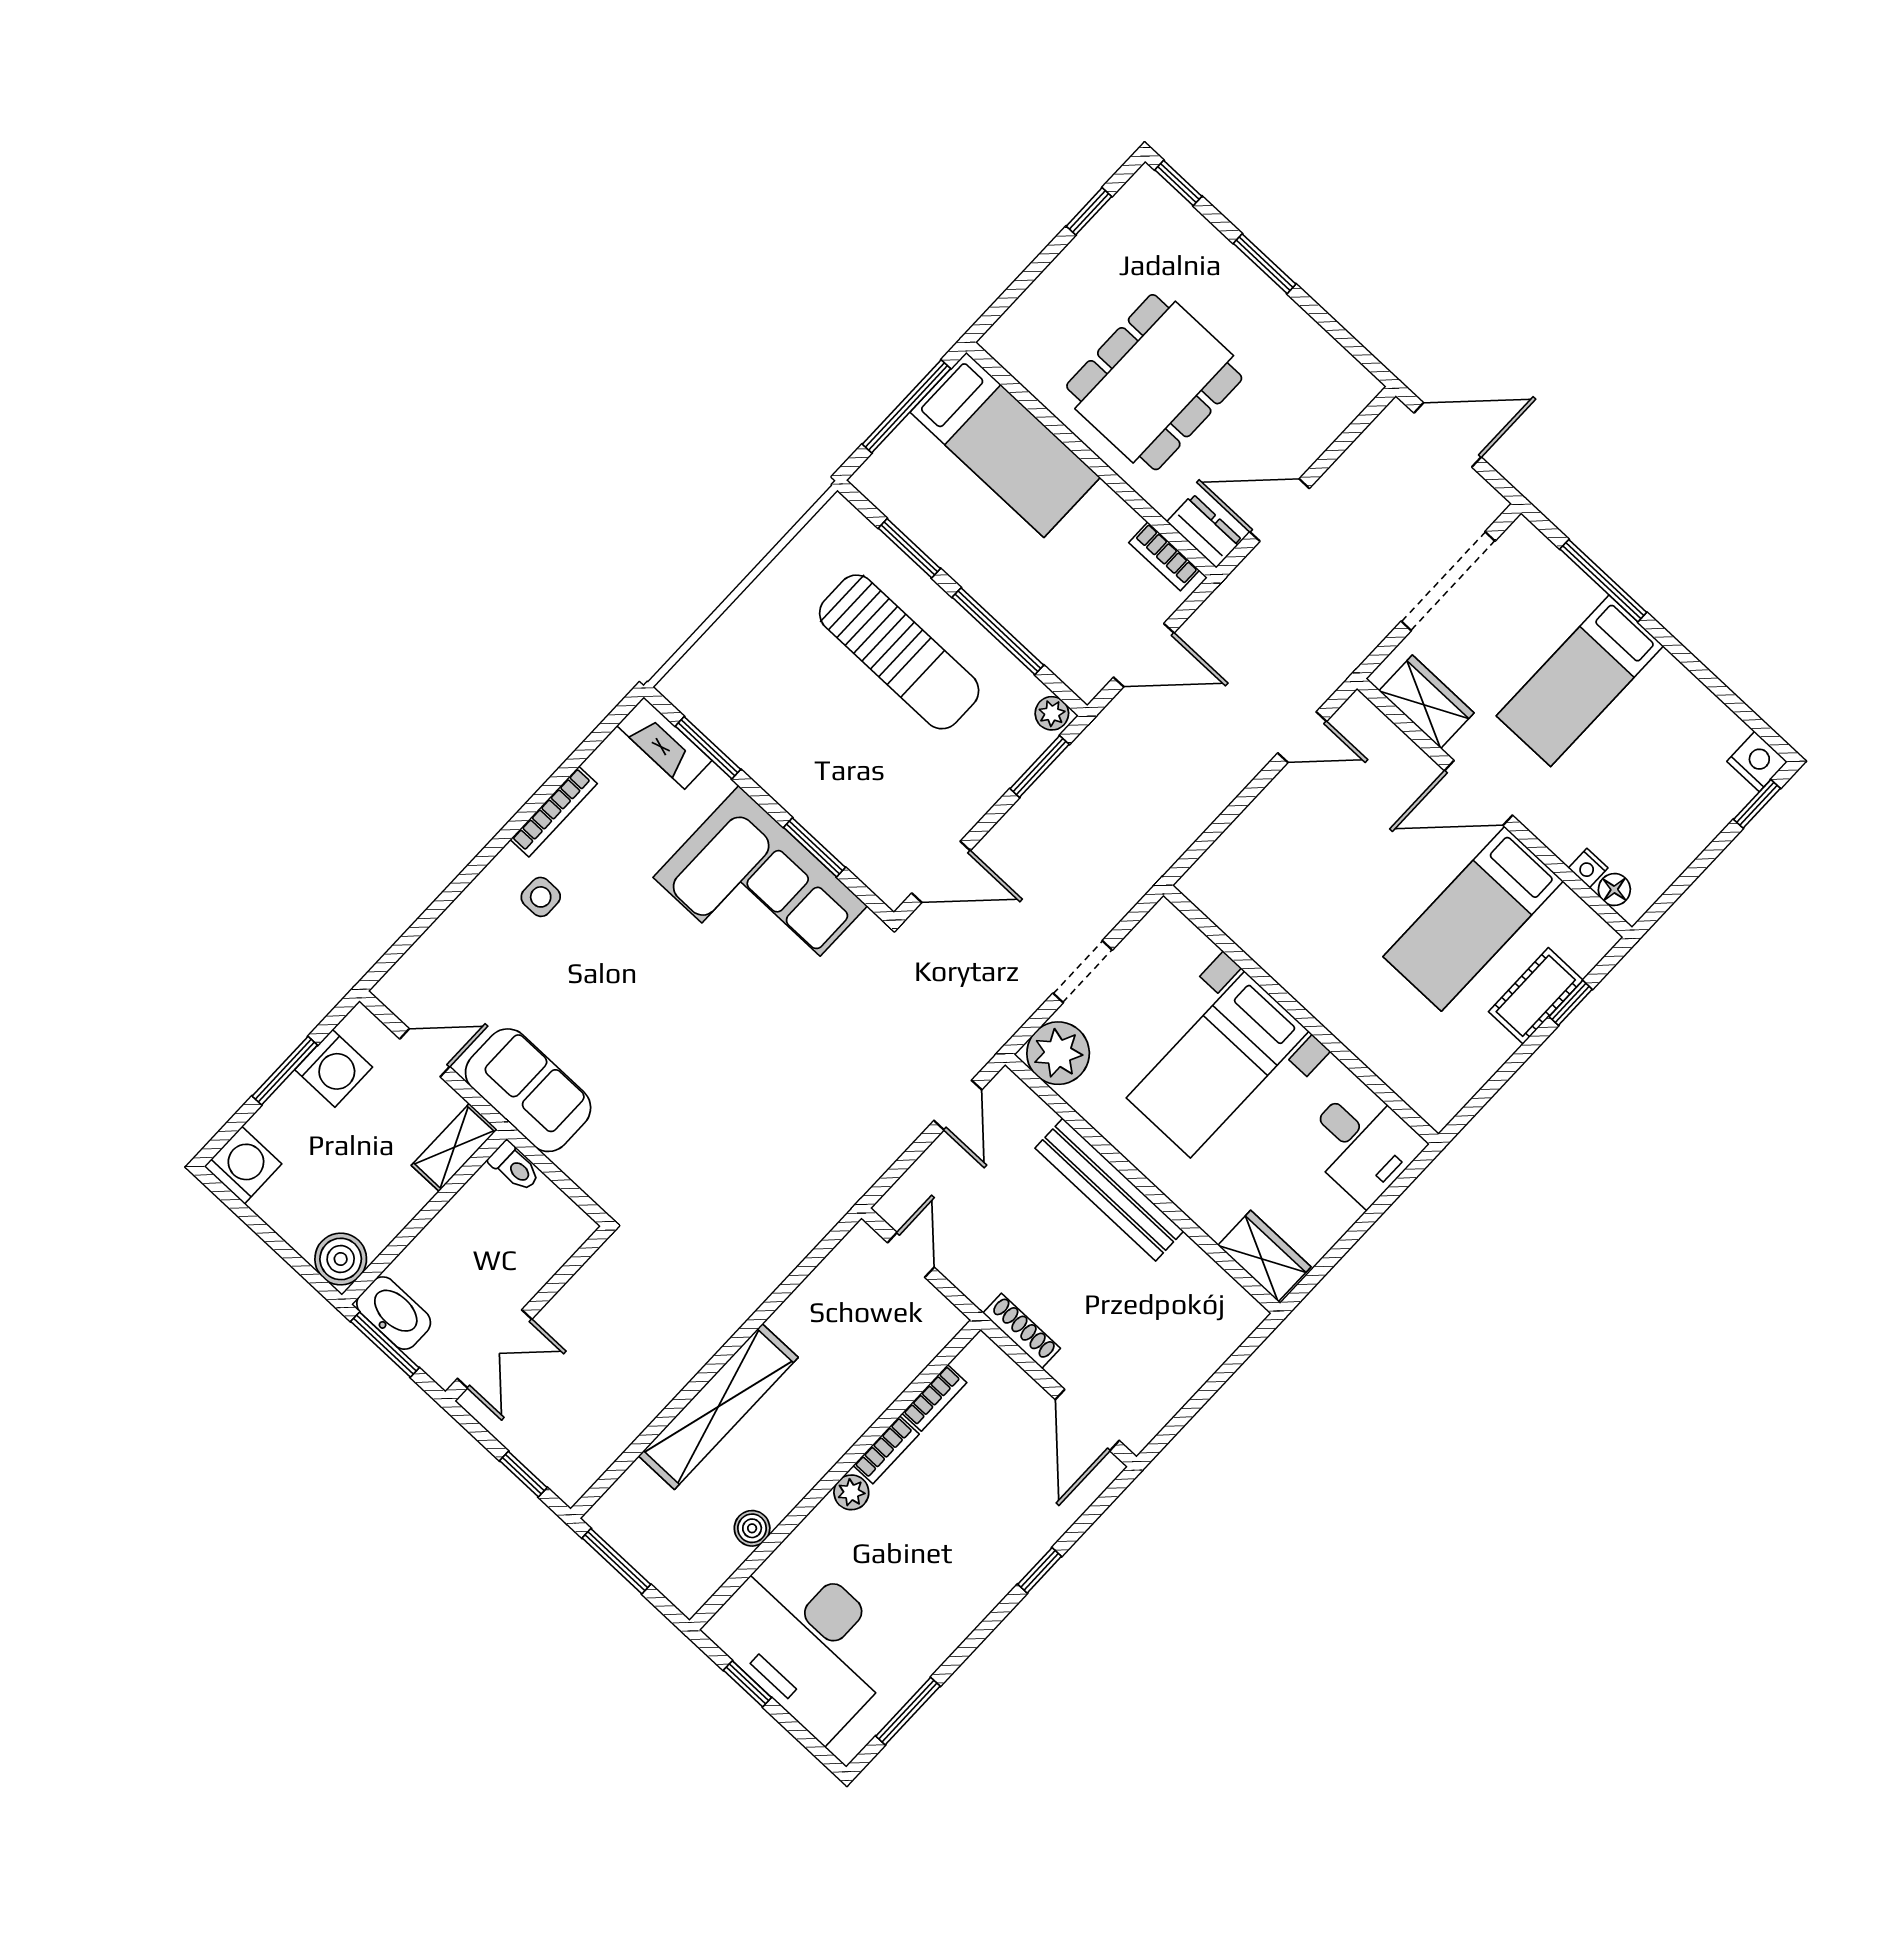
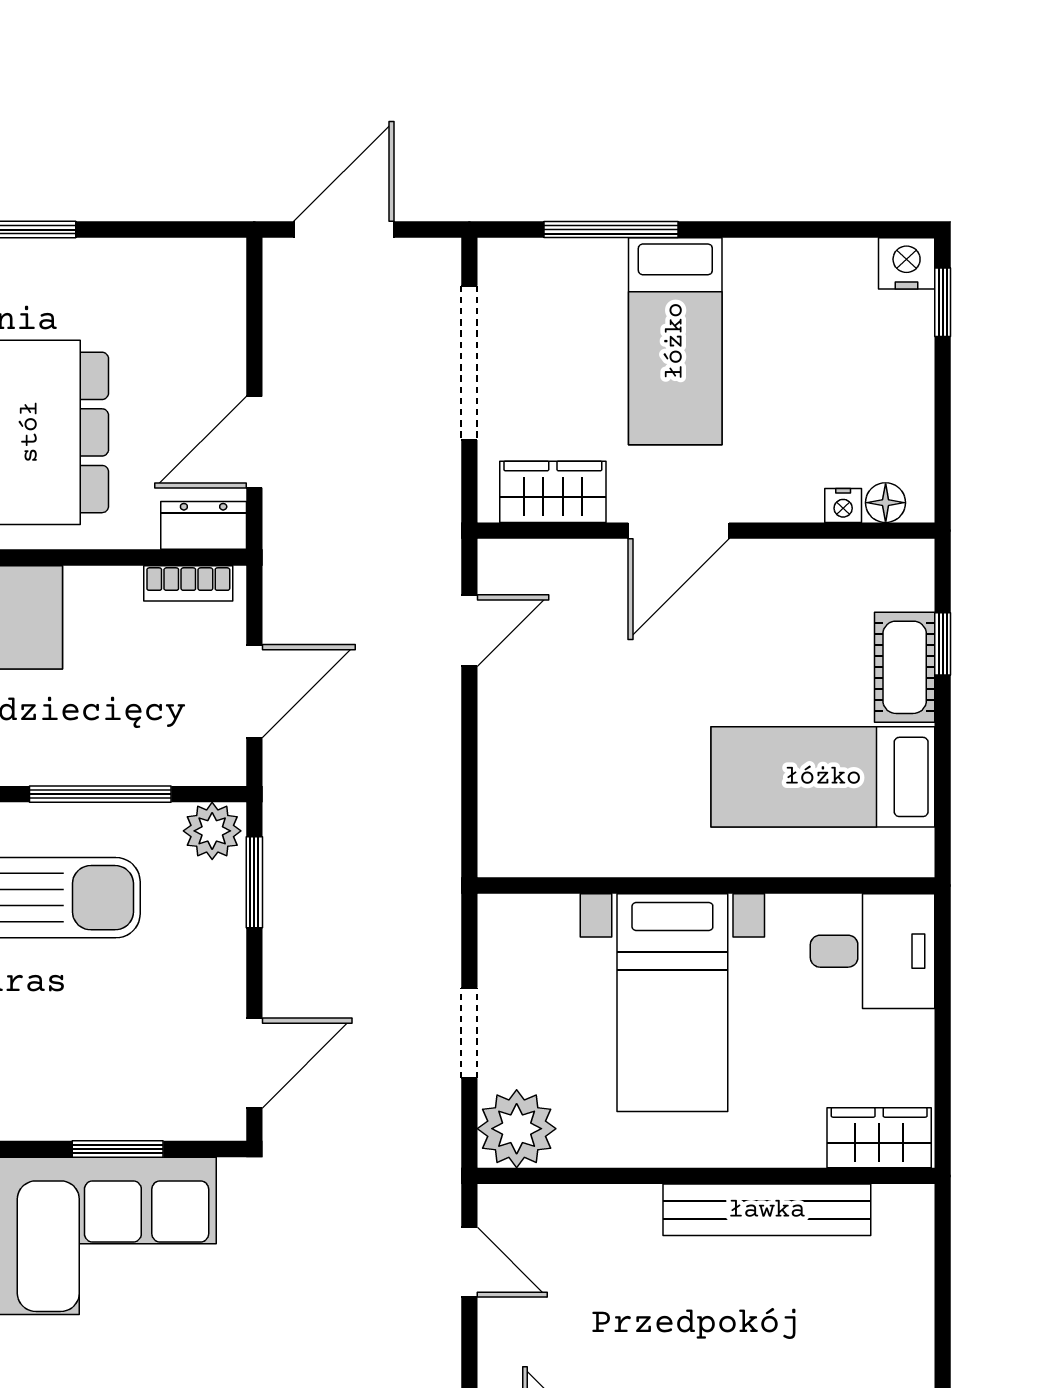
plant: (1052, 713) -> (212, 831), width x1.38, depth x1.38
bed: (1473, 919) -> (823, 777), moved, turned 90
bench: (1109, 1190) -> (767, 1210), moved

